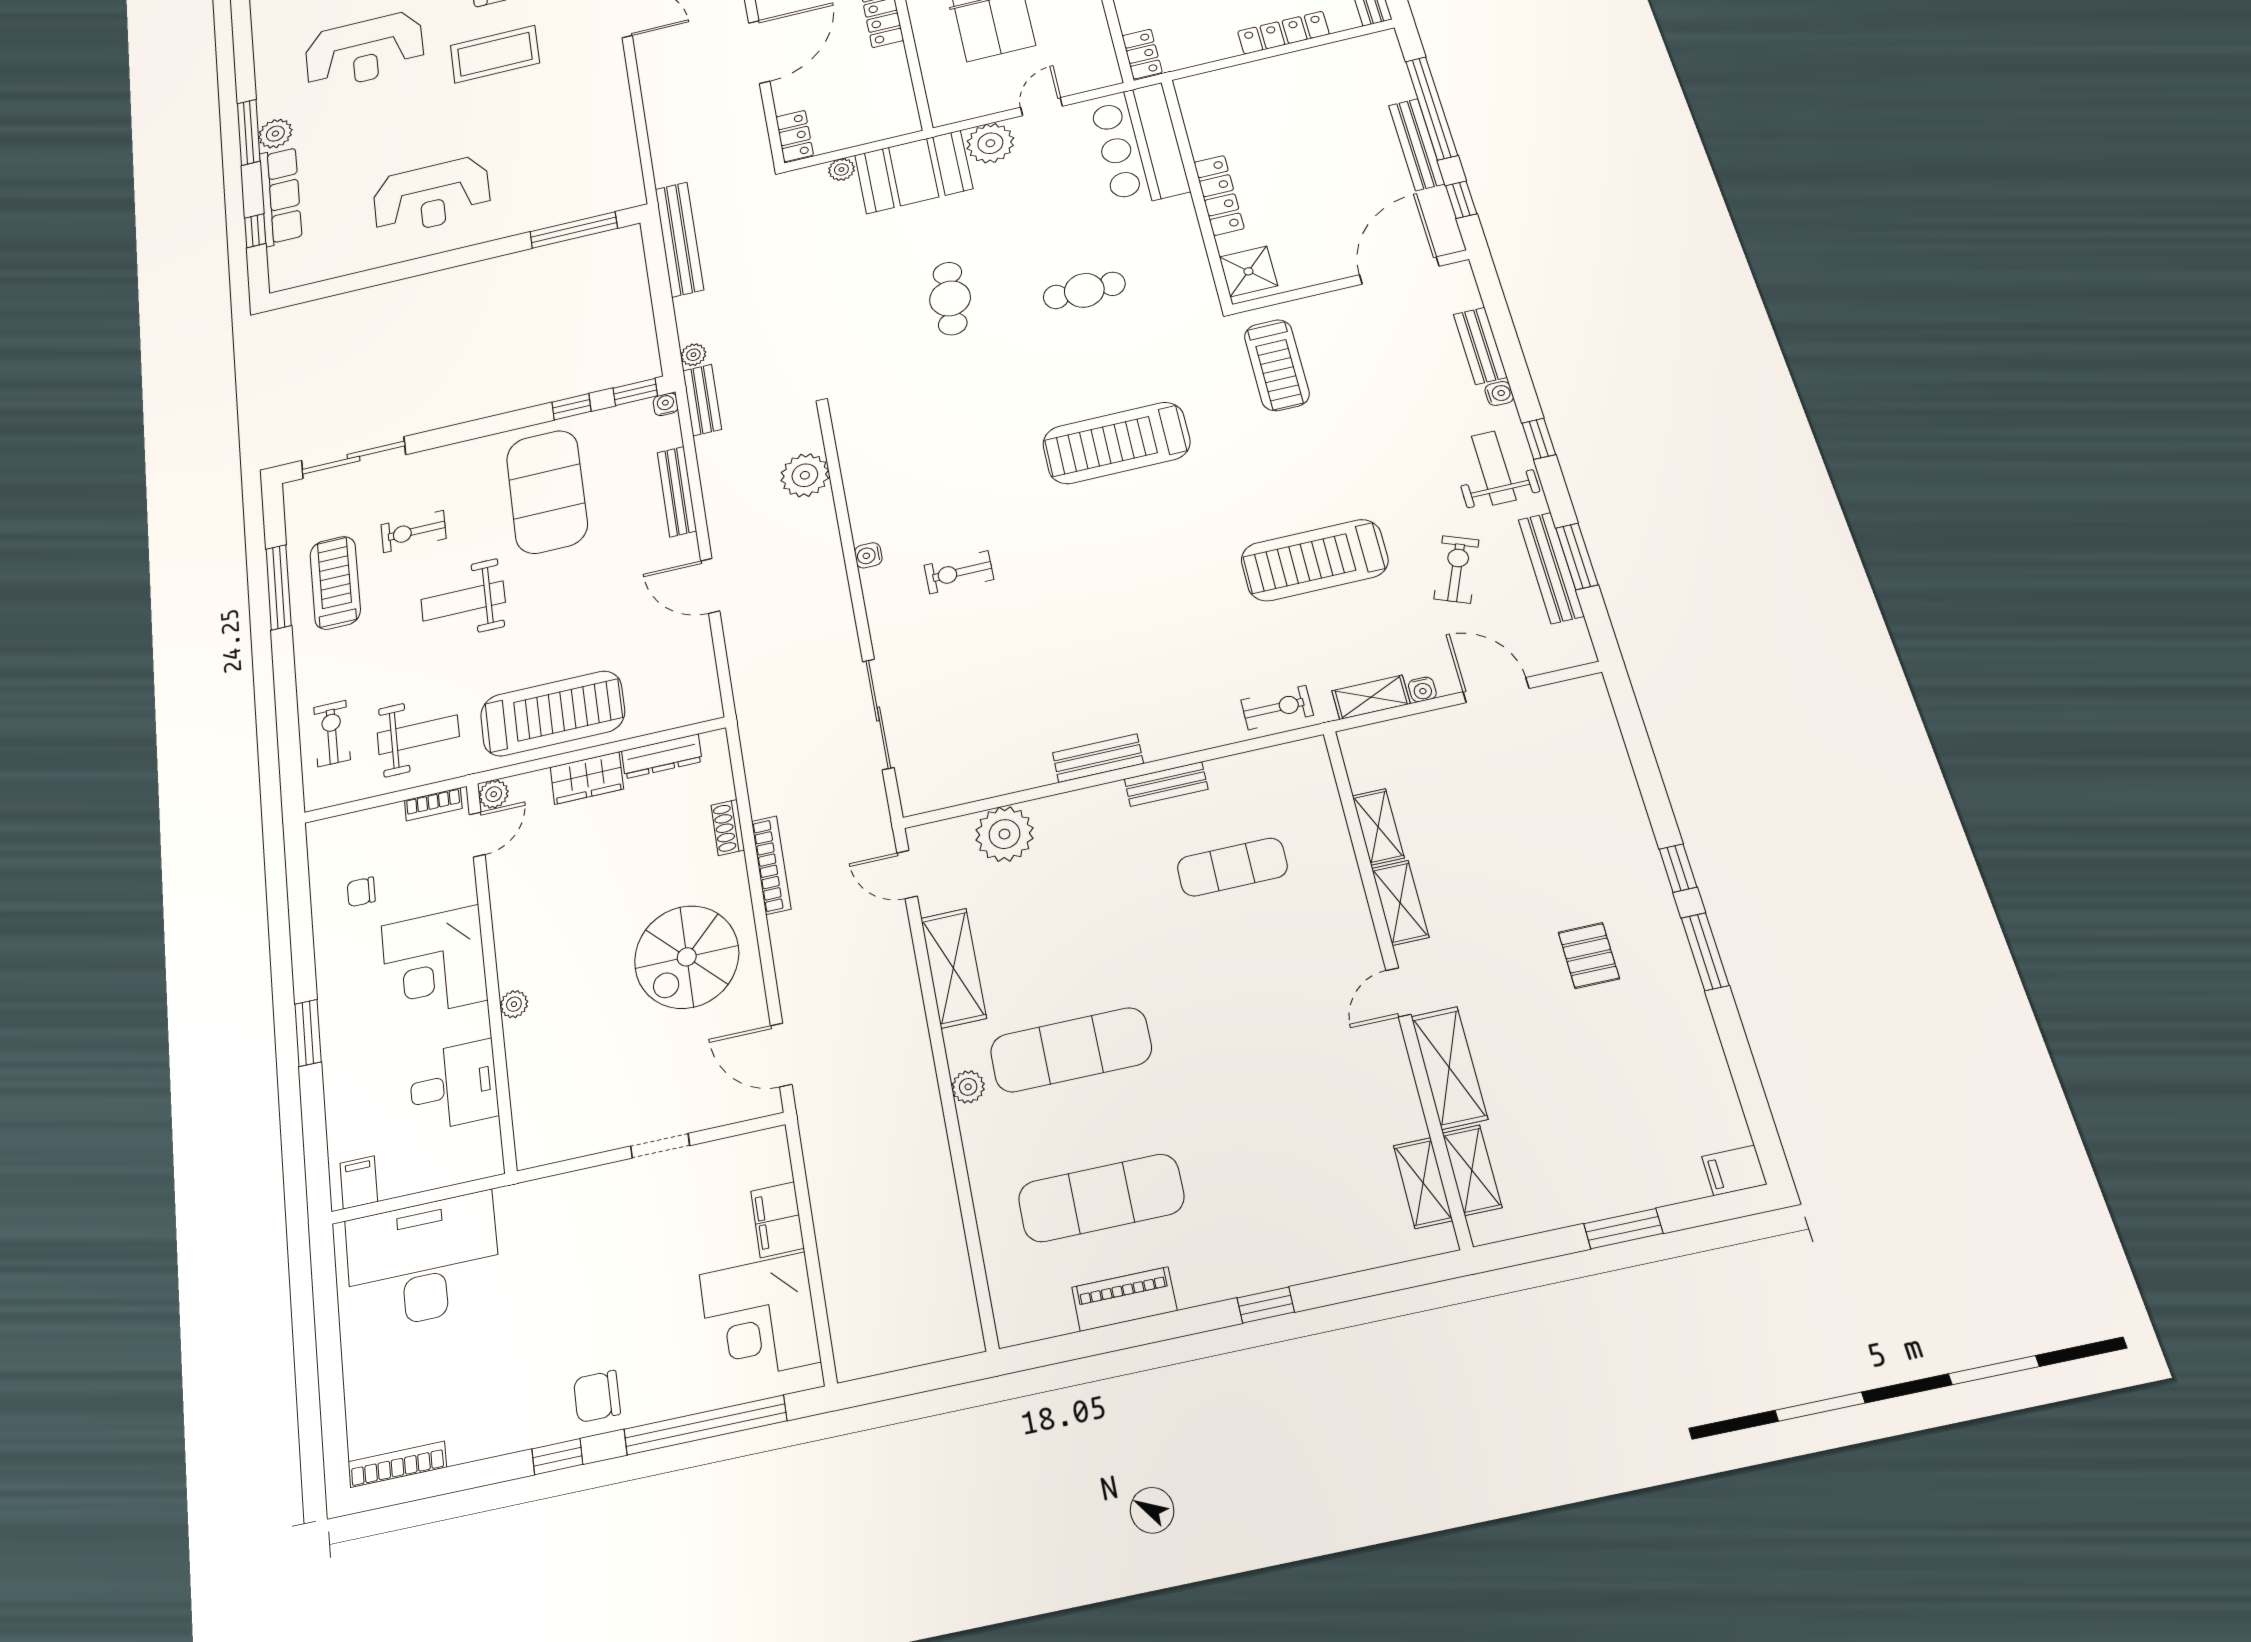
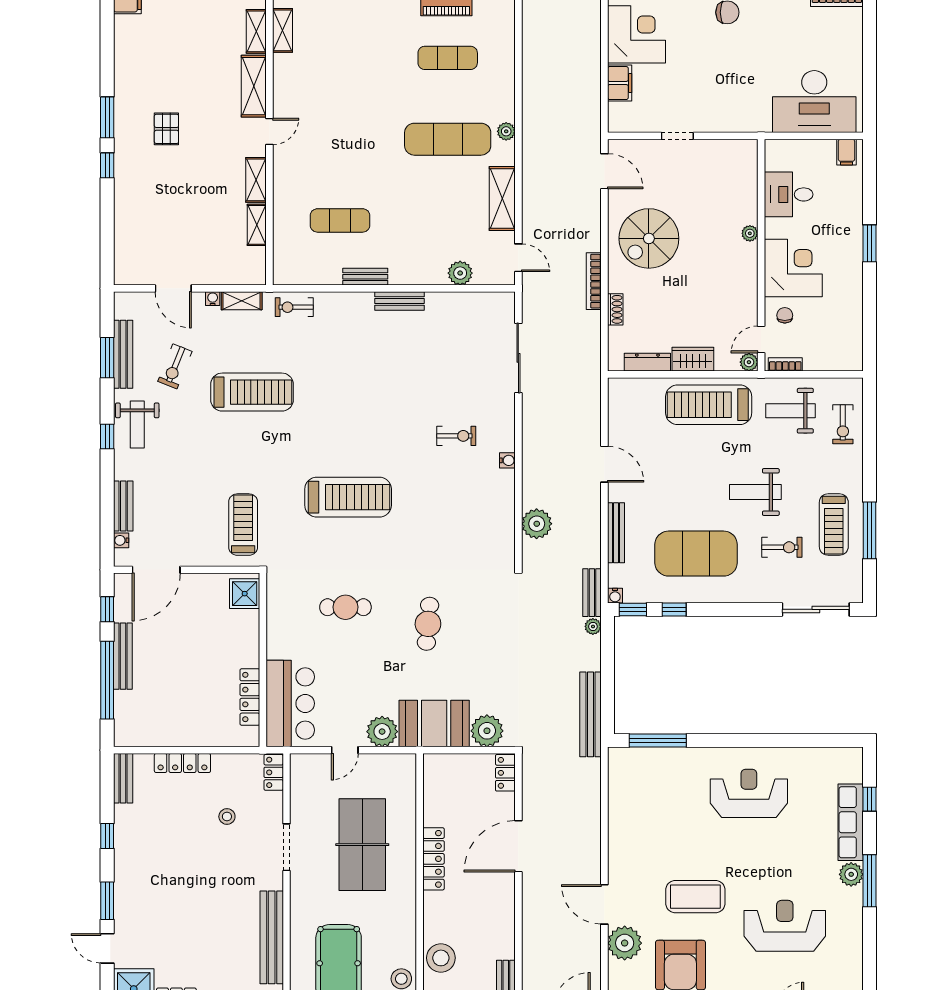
plant: (841, 170) -> (487, 731), width x1.87, depth x1.87
locker: (1219, 195) -> (250, 697), moved
water cooler: (1499, 393) -> (121, 540), moved
exercise mat: (547, 492) -> (696, 554), turned 90
weight bench: (463, 601) -> (755, 492), turned 180
plant: (1004, 834) -> (460, 273), width x0.73, depth x0.73
chair: (361, 892) -> (785, 315), moved, turned -90
spiral stairs: (687, 957) -> (649, 238), turned 180
exercise mat: (1101, 1198) -> (448, 58), width x0.73, depth x0.69

